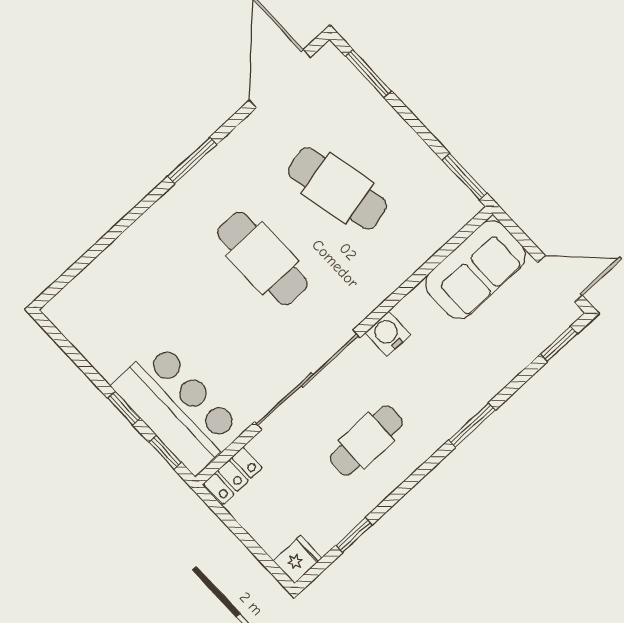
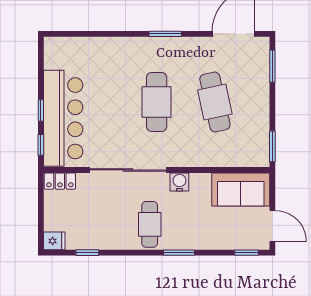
bar counter: (177, 408) -> (63, 118), width x1.36
cafe table: (366, 440) -> (150, 224), moved, turned 90

